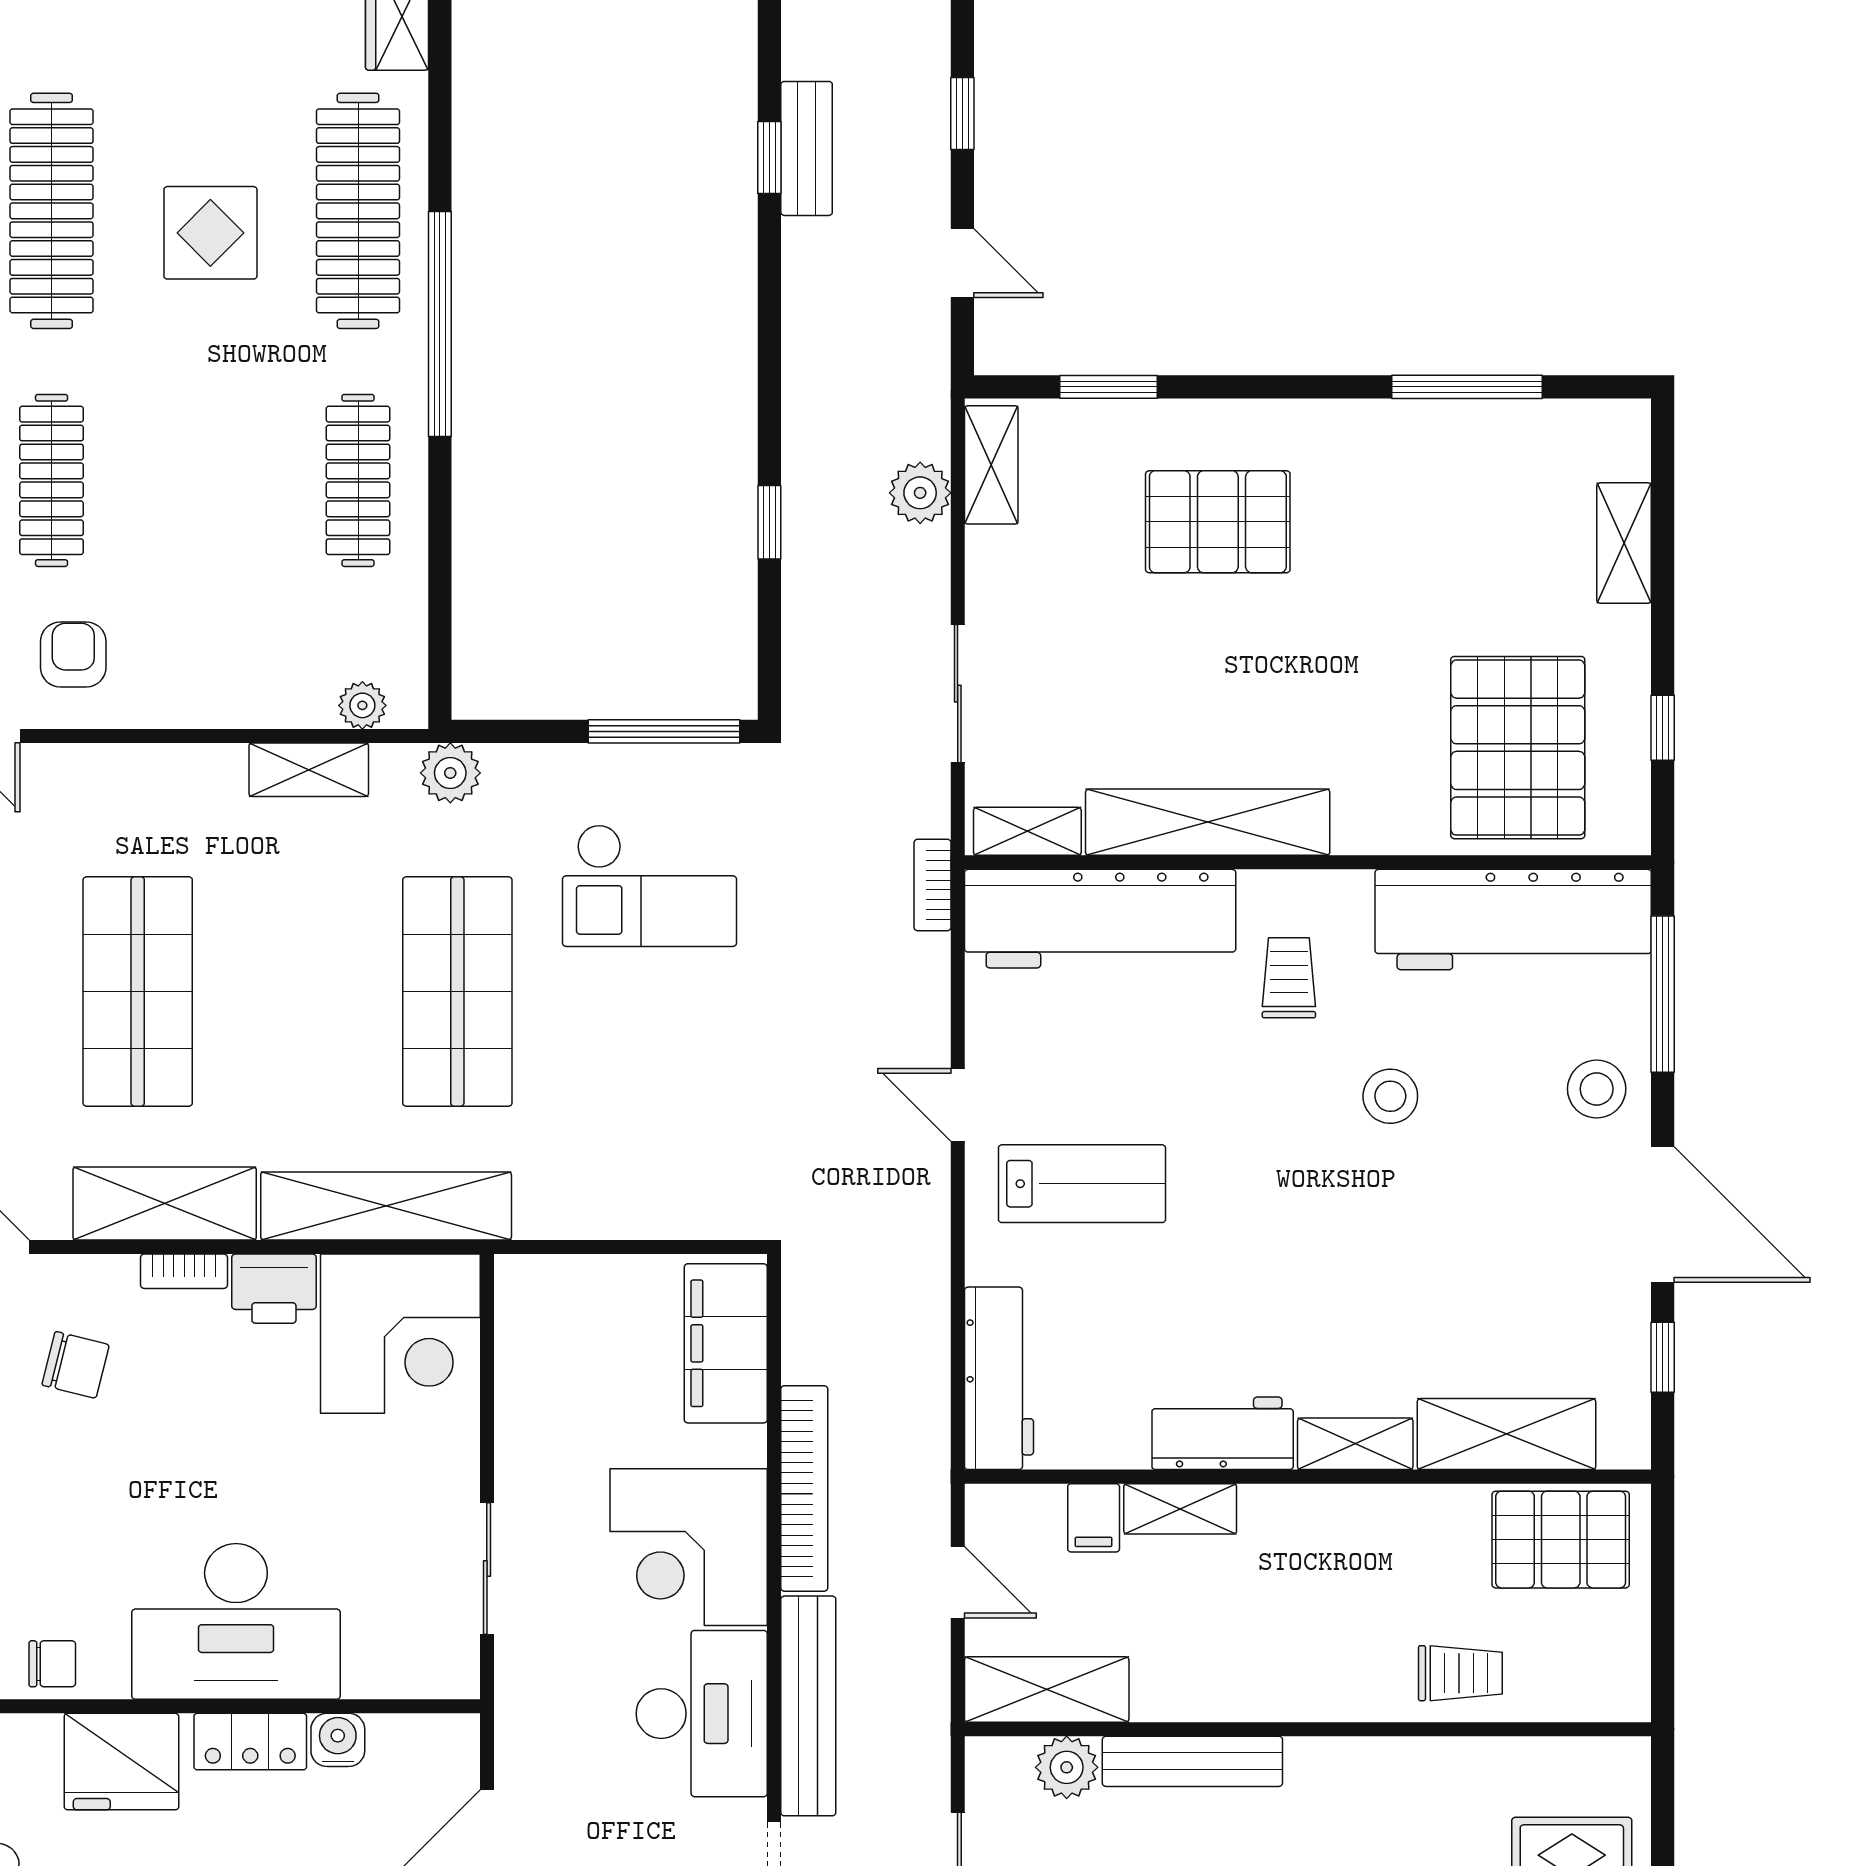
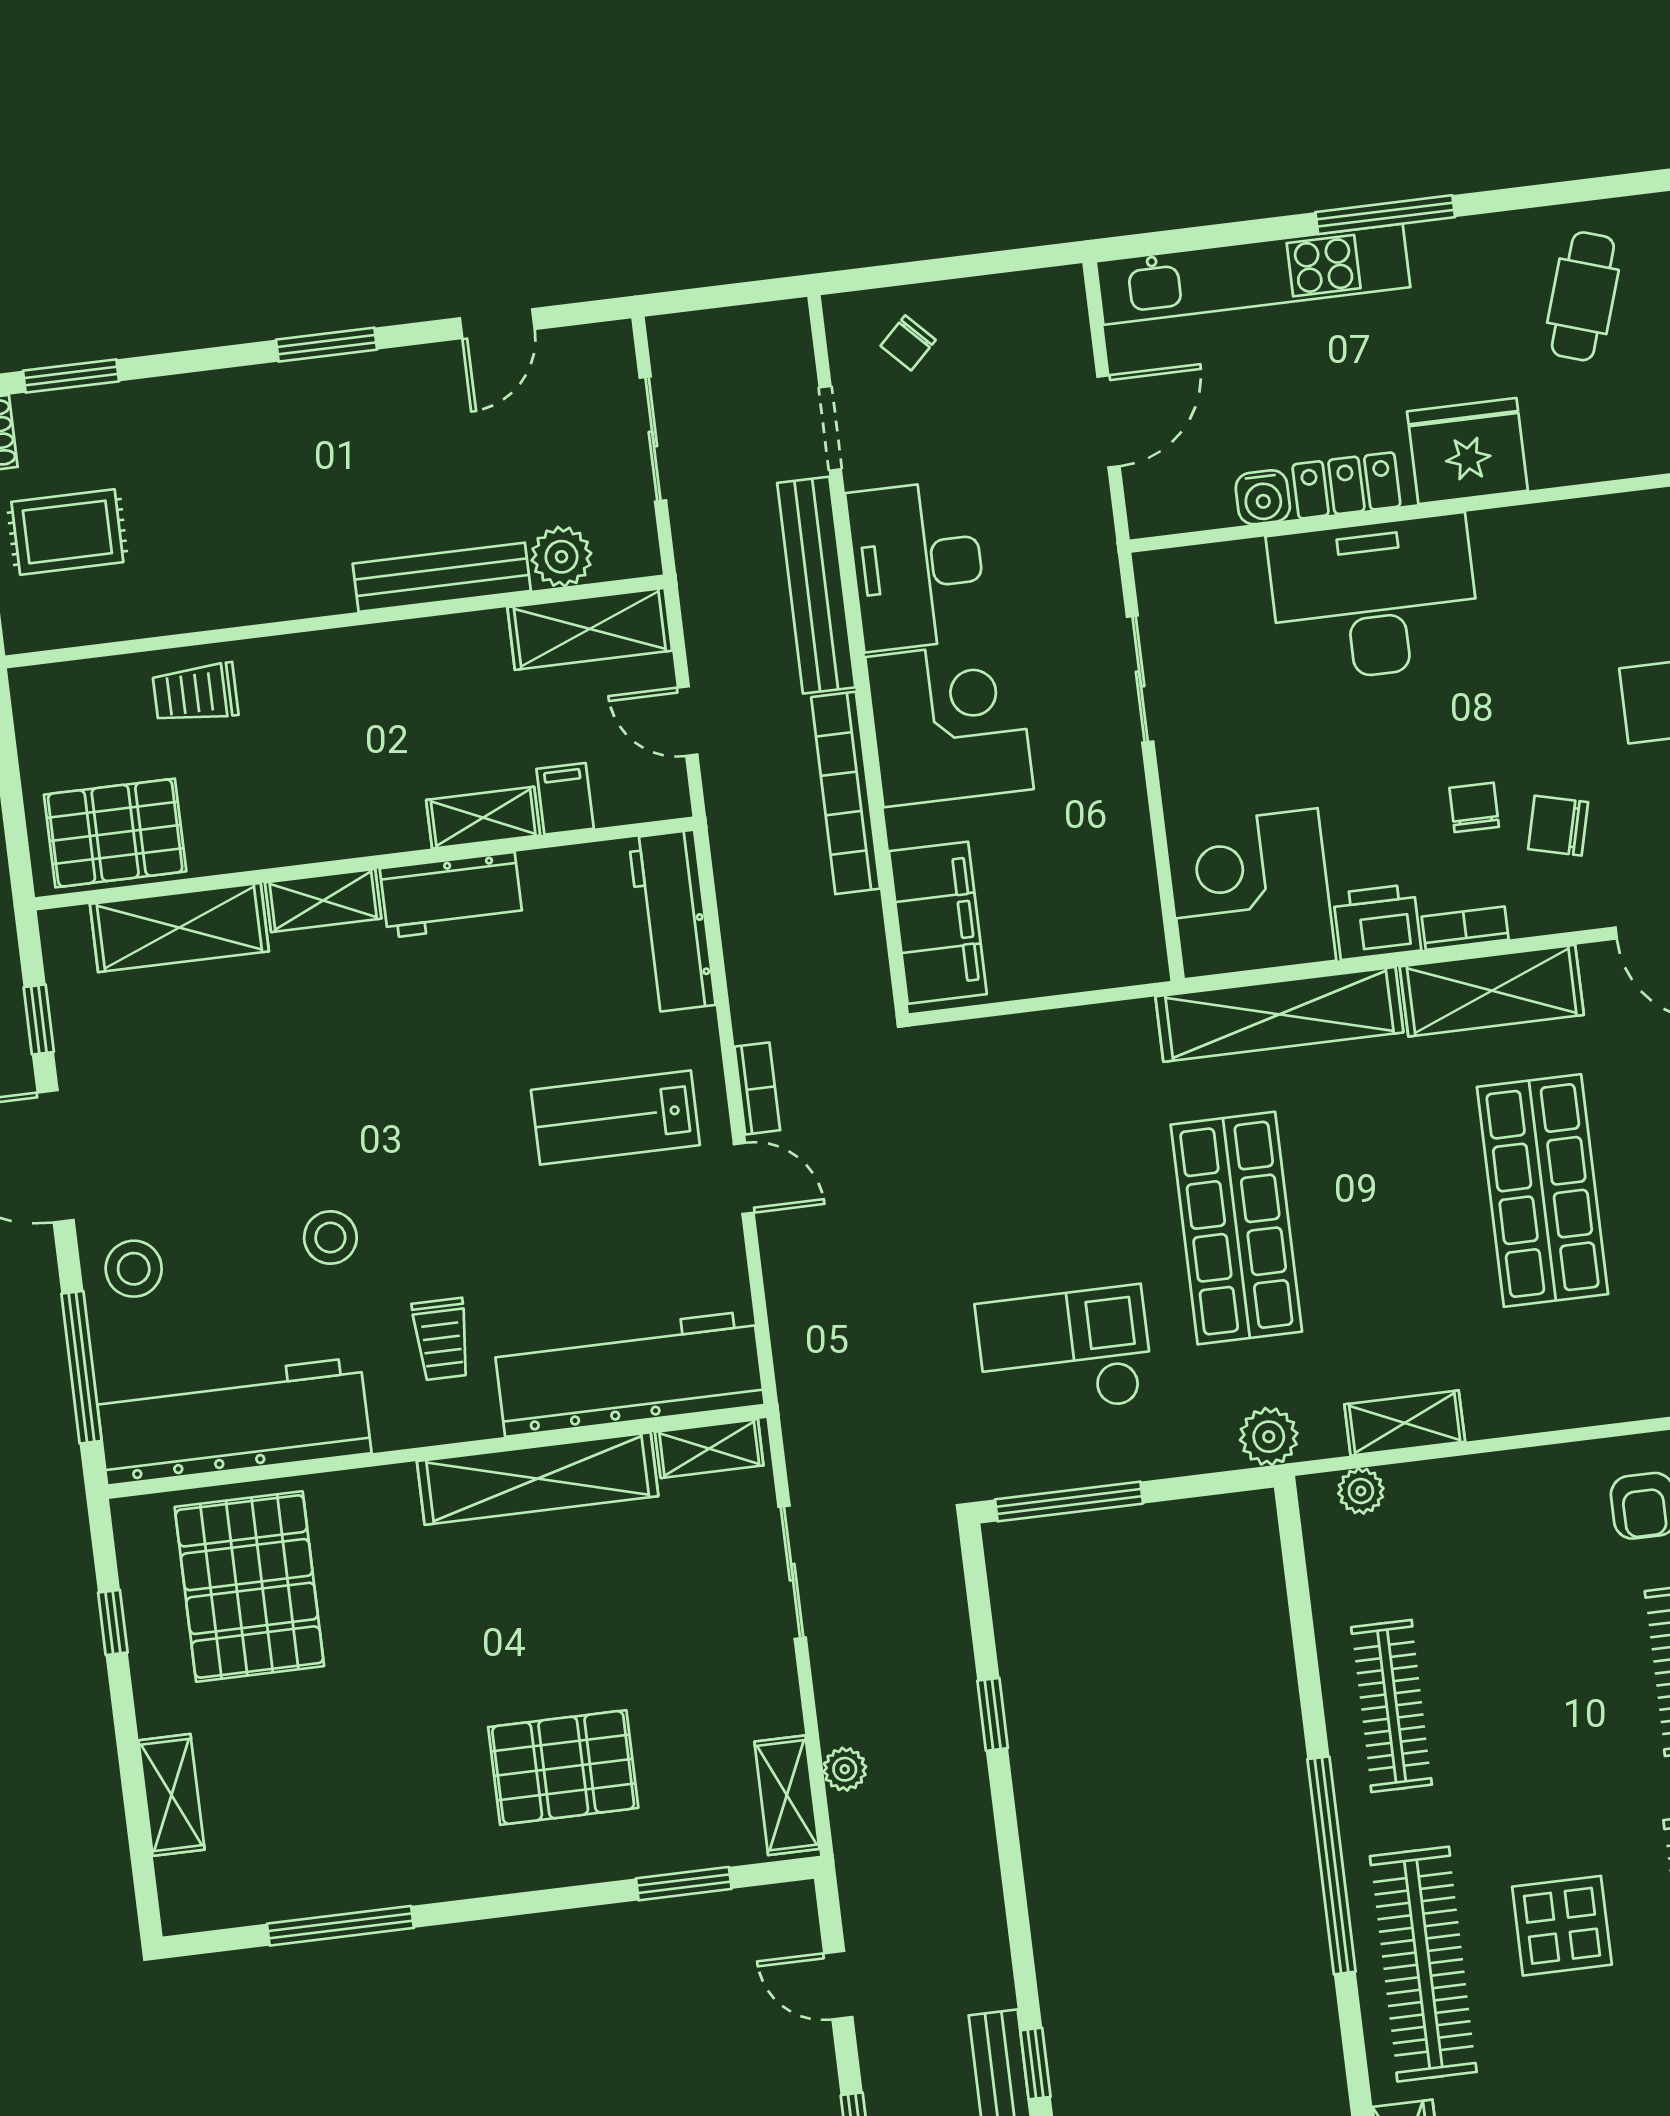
plant: (920, 493) -> (845, 1769), width x0.73, depth x0.73
bookcase: (932, 885) -> (757, 1088), moved
chair: (52, 1664) -> (1474, 807), moved, turned 90

